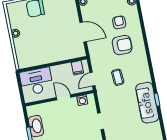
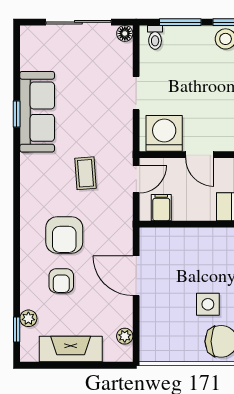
side table: (45, 25) -> (208, 304), added
armchair: (122, 45) -> (64, 235), turned -90
washing machine: (82, 100) -> (164, 133), width x1.89, depth x1.89

